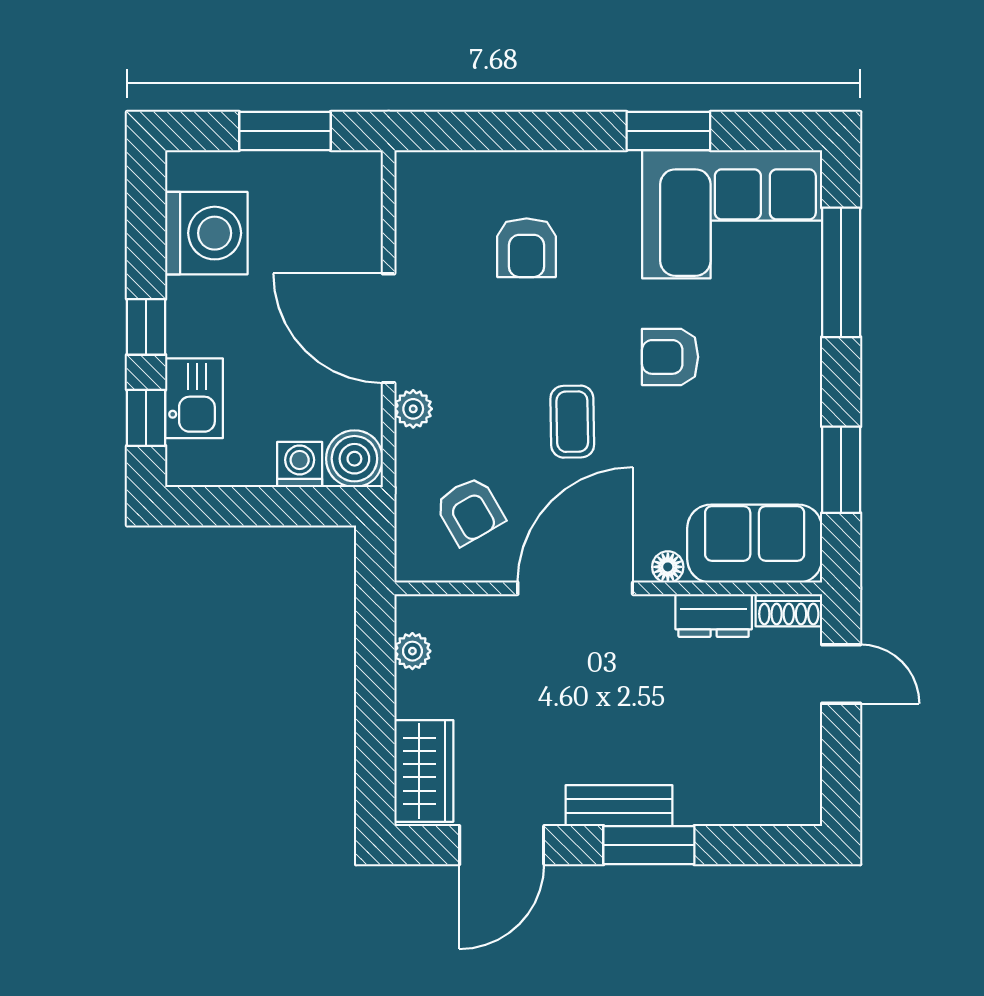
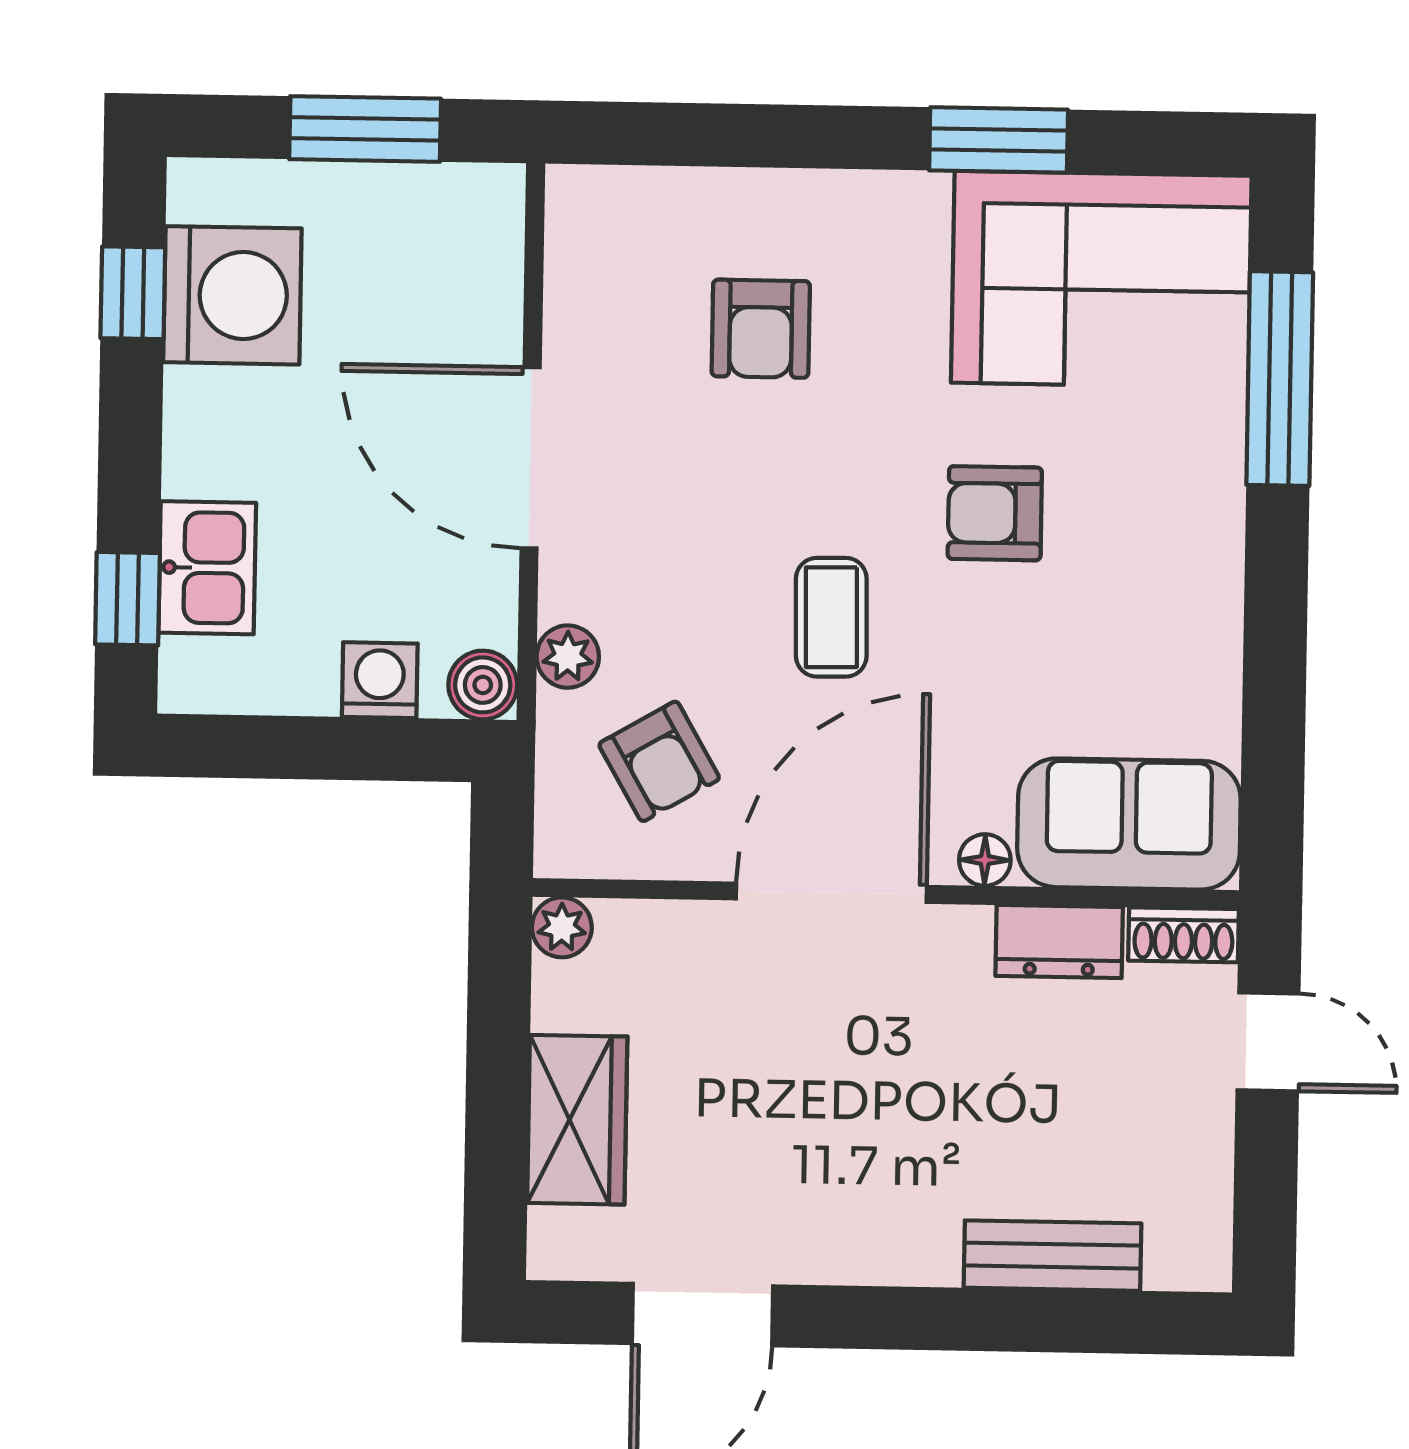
window: (146, 327) -> (133, 293), moved
plant: (413, 409) -> (568, 657), moved
boiler: (354, 459) -> (483, 685), width x0.73, depth x0.73
window: (841, 470) -> (1274, 704), removed
plant: (412, 651) -> (562, 927), moved
wardrobe: (424, 771) -> (577, 1120), moved
bench: (619, 806) -> (1053, 1256), moved
window: (649, 845) -> (946, 1319), removed

